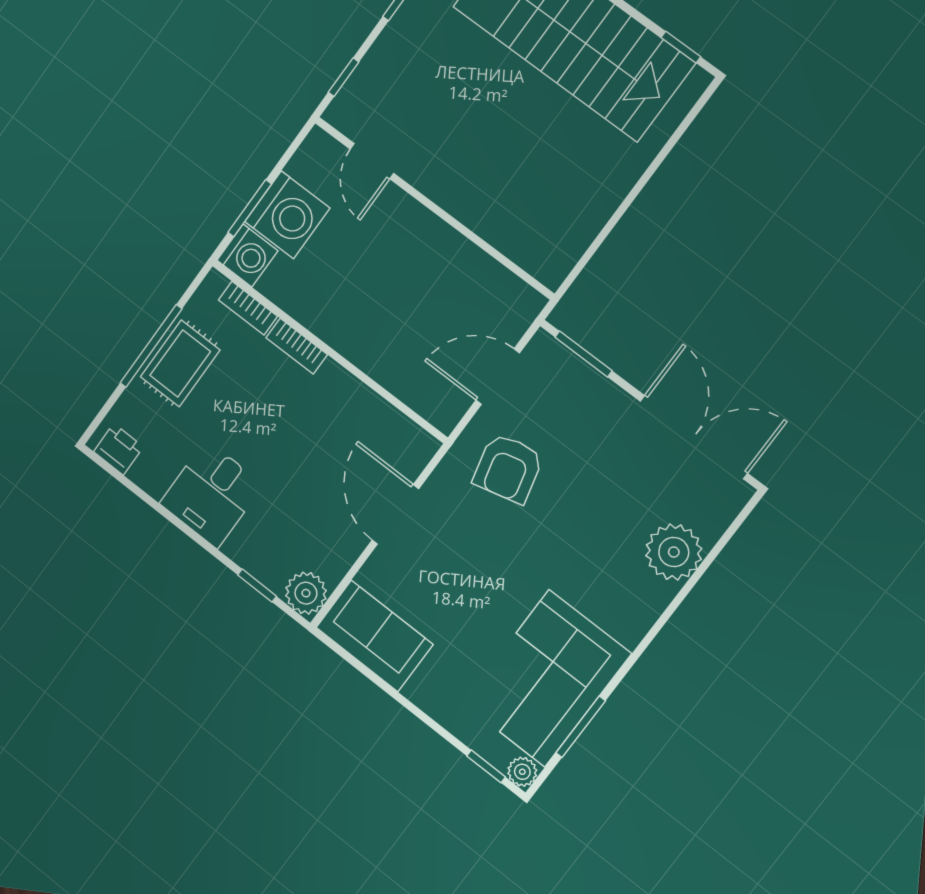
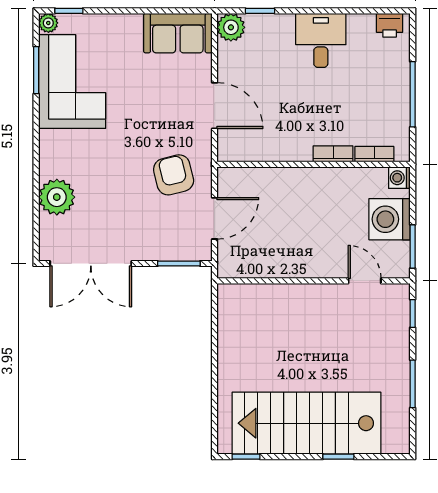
window: (250, 208) -> (413, 247), moved
washing machine: (247, 256) -> (399, 178), width x0.73, depth x0.73
rug: (180, 363) -> (390, 97), removed

